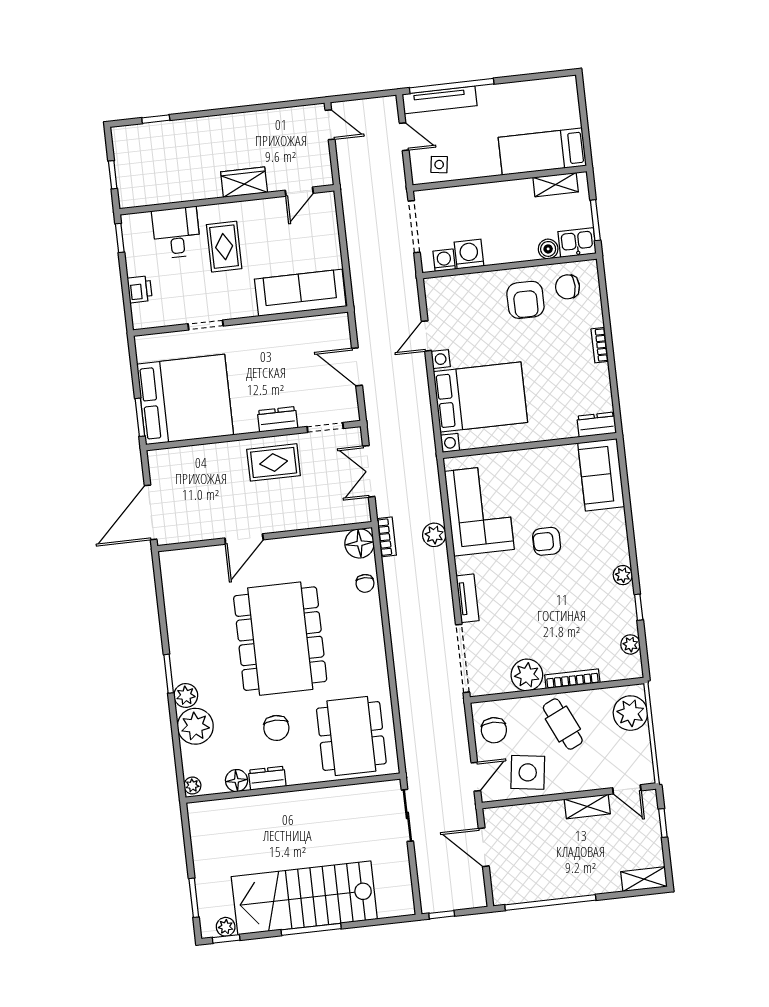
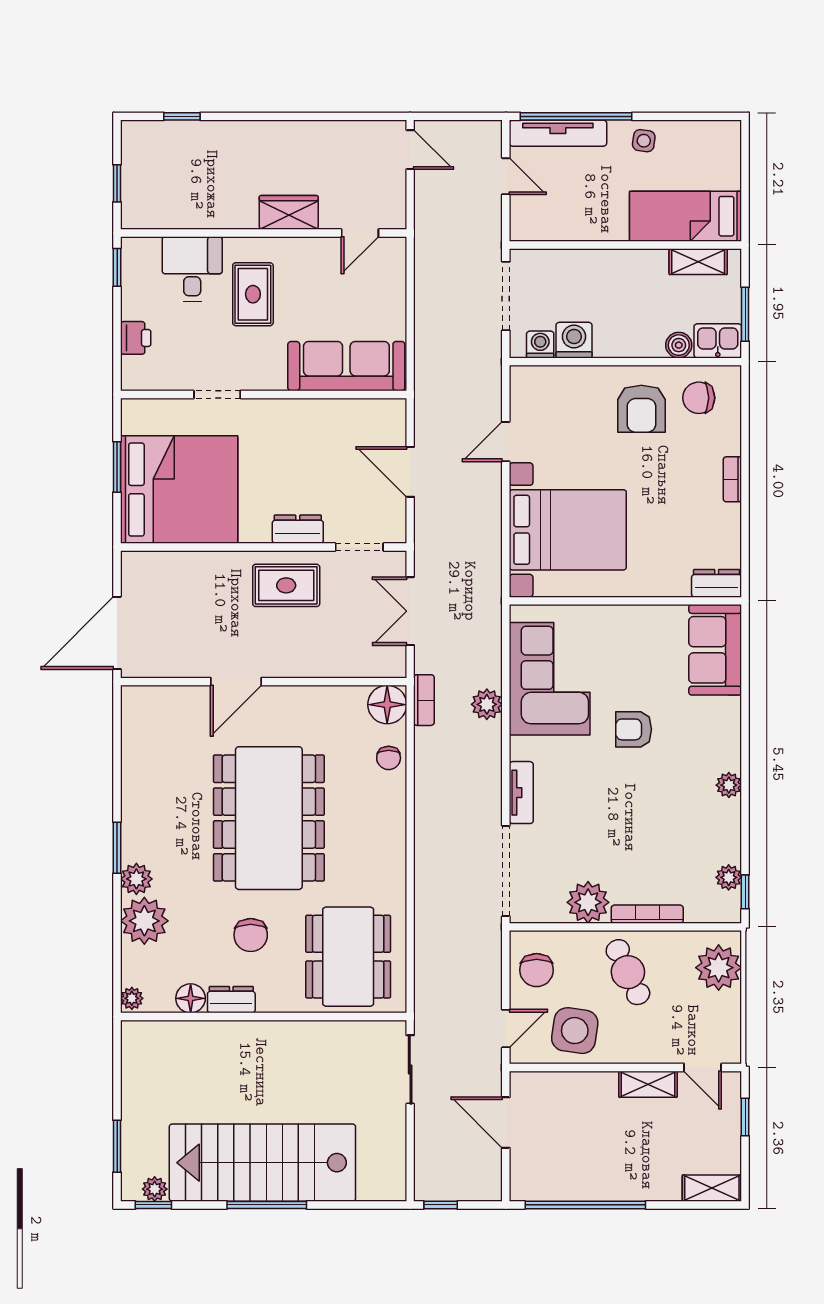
side table: (439, 165) -> (644, 141), moved
window: (140, 417) -> (117, 467), moved
window: (639, 607) -> (745, 892), moved

